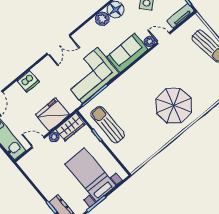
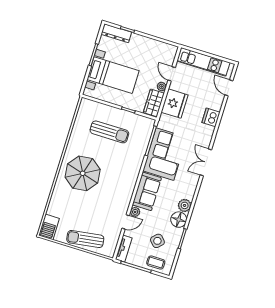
sun lounger: (108, 125) -> (109, 132), moved
door: (38, 142) -> (172, 74), swing flipped

